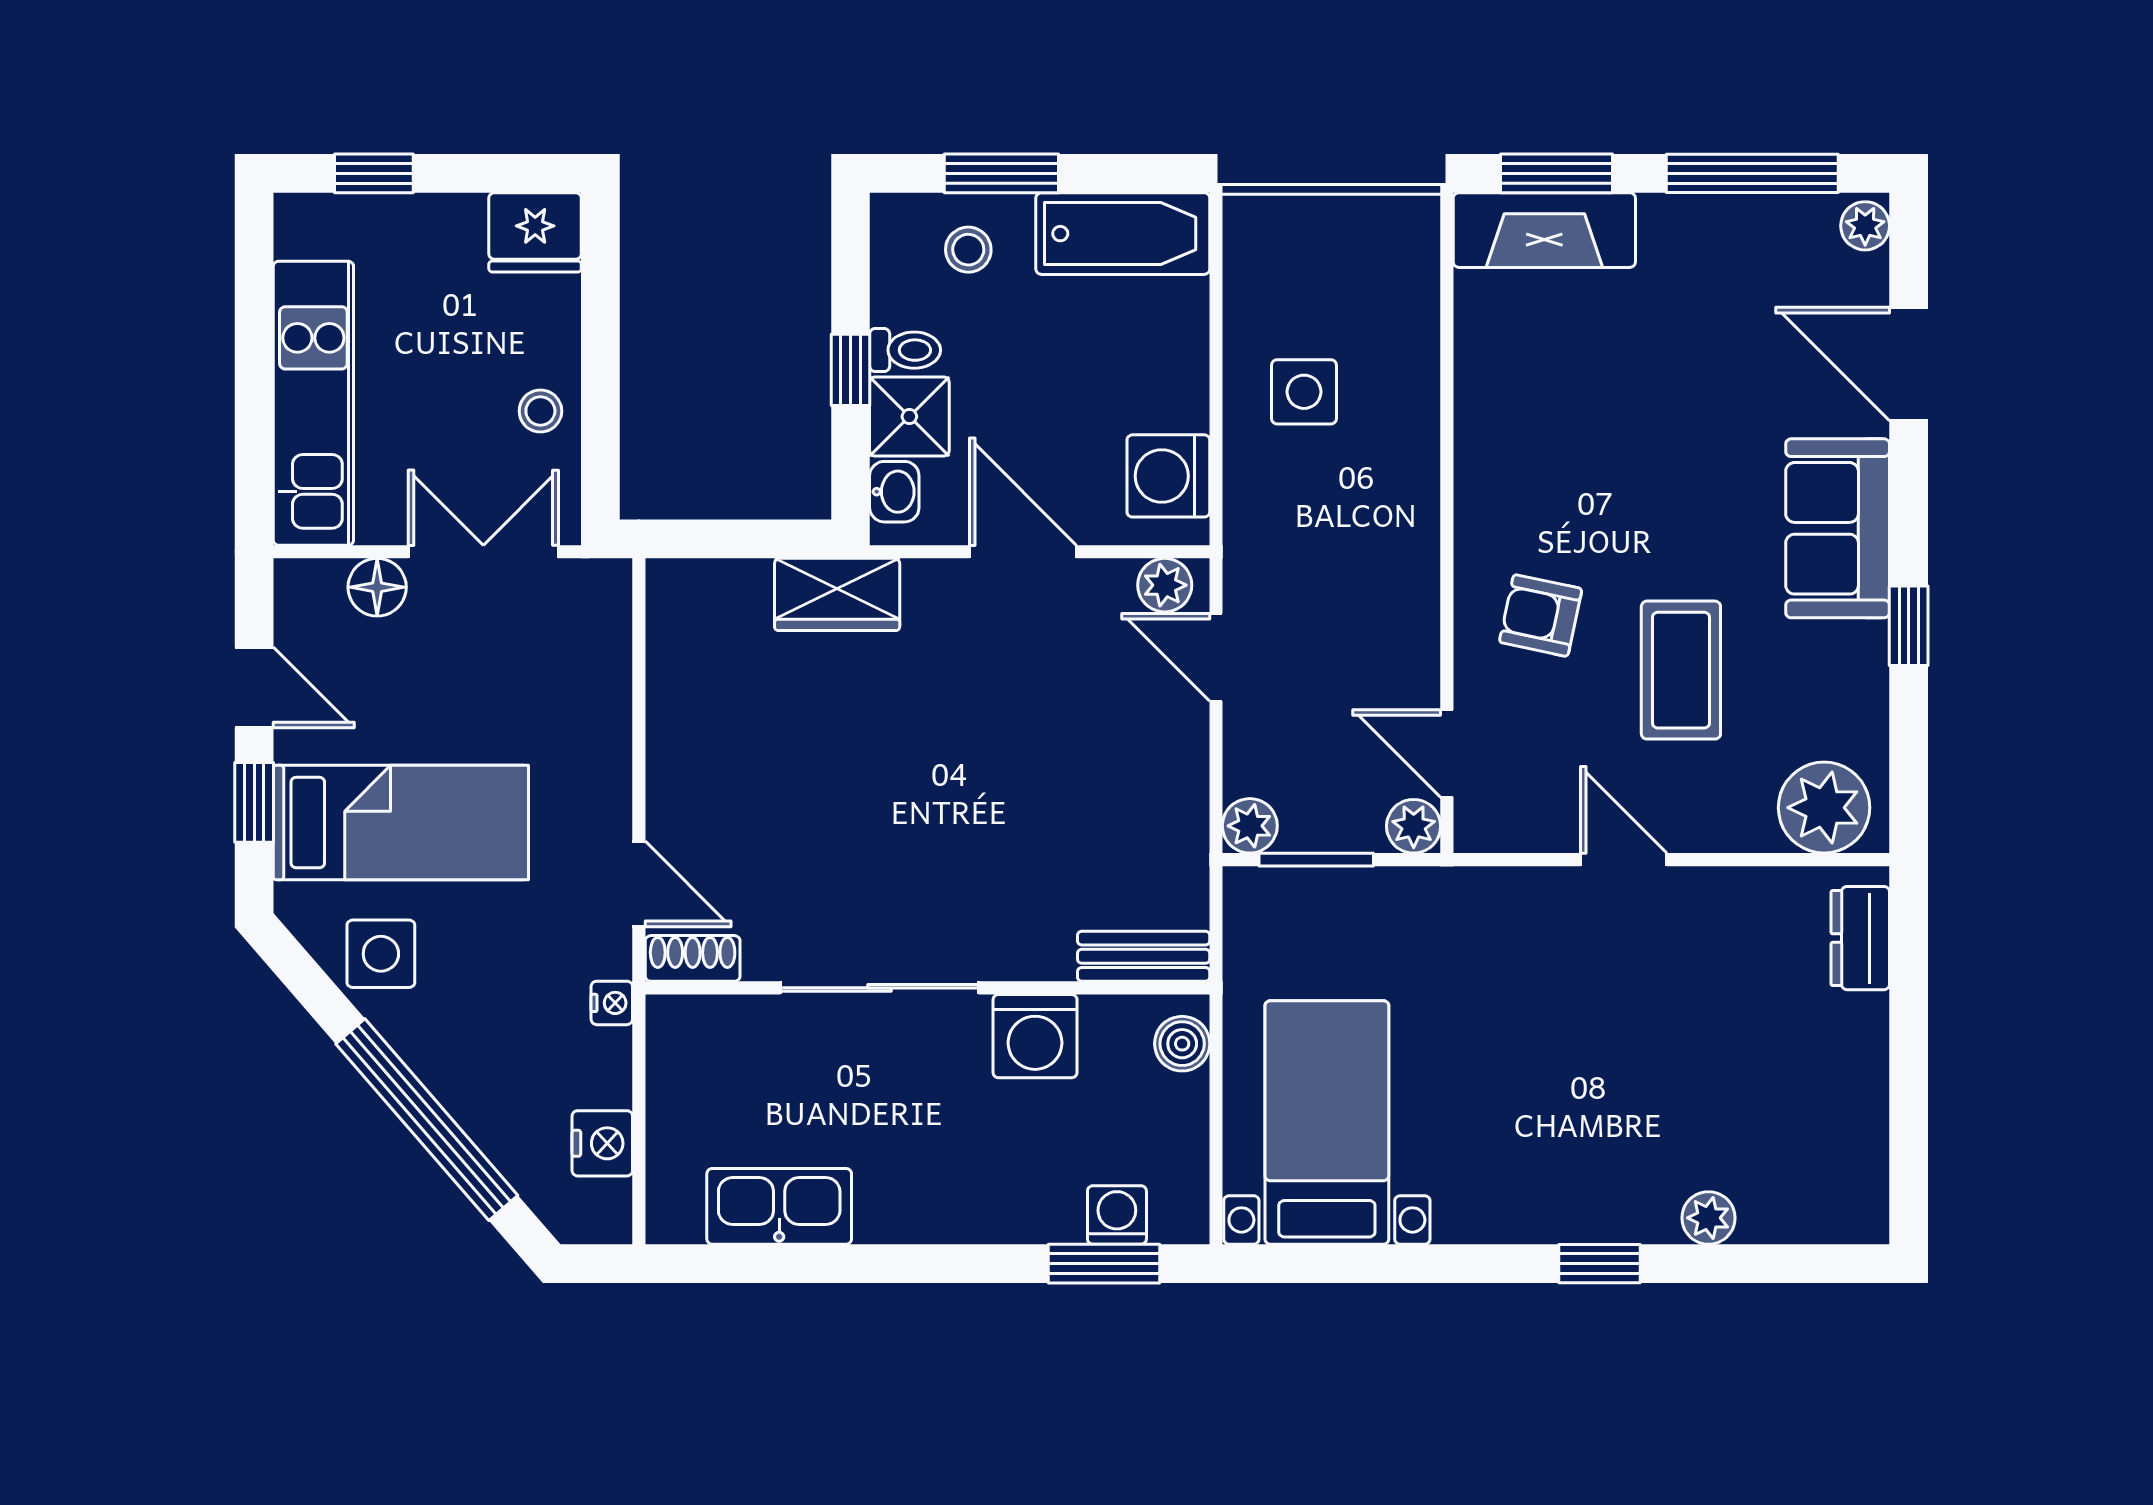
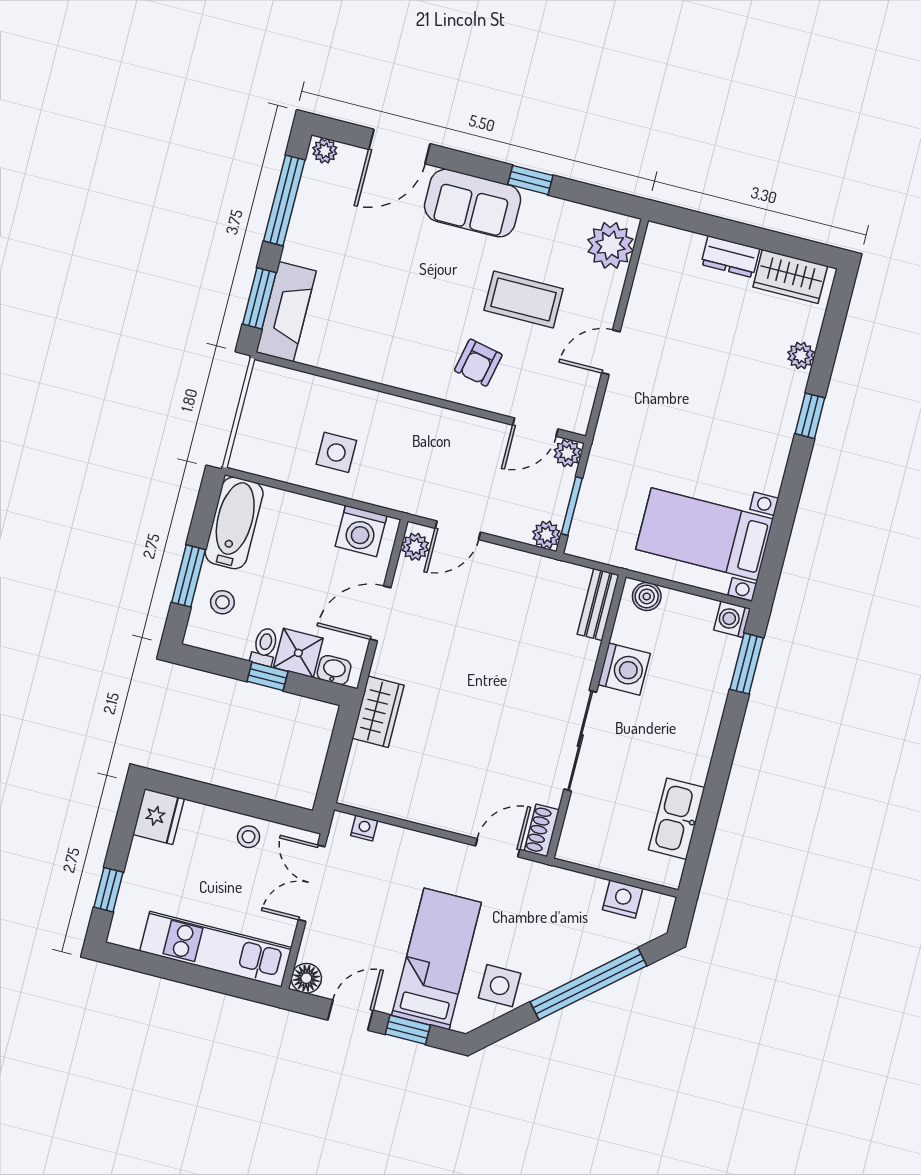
floor lamp: (377, 587) -> (306, 978), moved
dresser: (1860, 938) -> (730, 257), moved
nightstand: (612, 1003) -> (364, 828), moved
wardrobe: (1852, 1160) -> (790, 277), added
washing machine: (1117, 1215) -> (732, 619), moved

